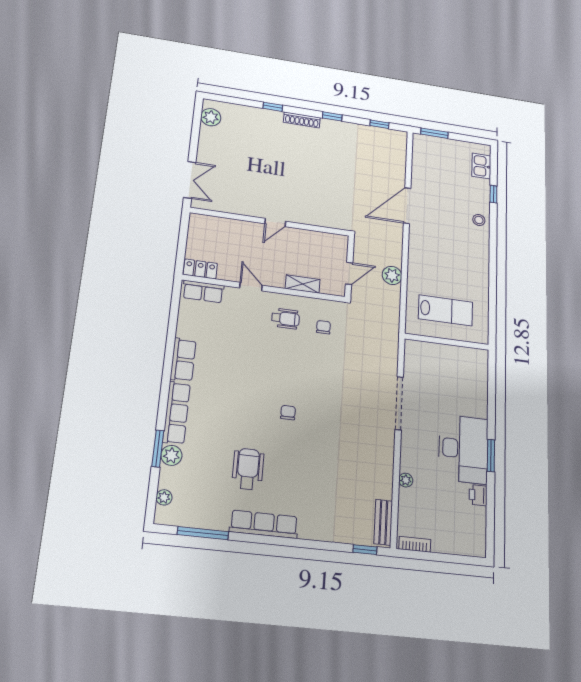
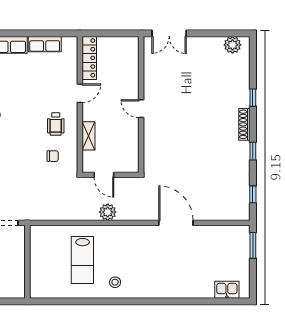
window: (493, 194) -> (200, 301), removed
stool: (479, 220) -> (115, 282), moved
locker: (200, 269) -> (89, 58), width x1.53
row of seats: (203, 292) -> (45, 44), moved, turned -90
wall: (447, 342) -> (27, 262), moved

